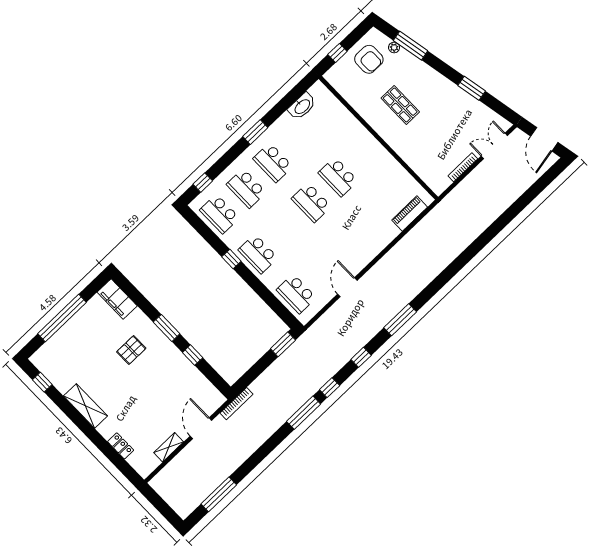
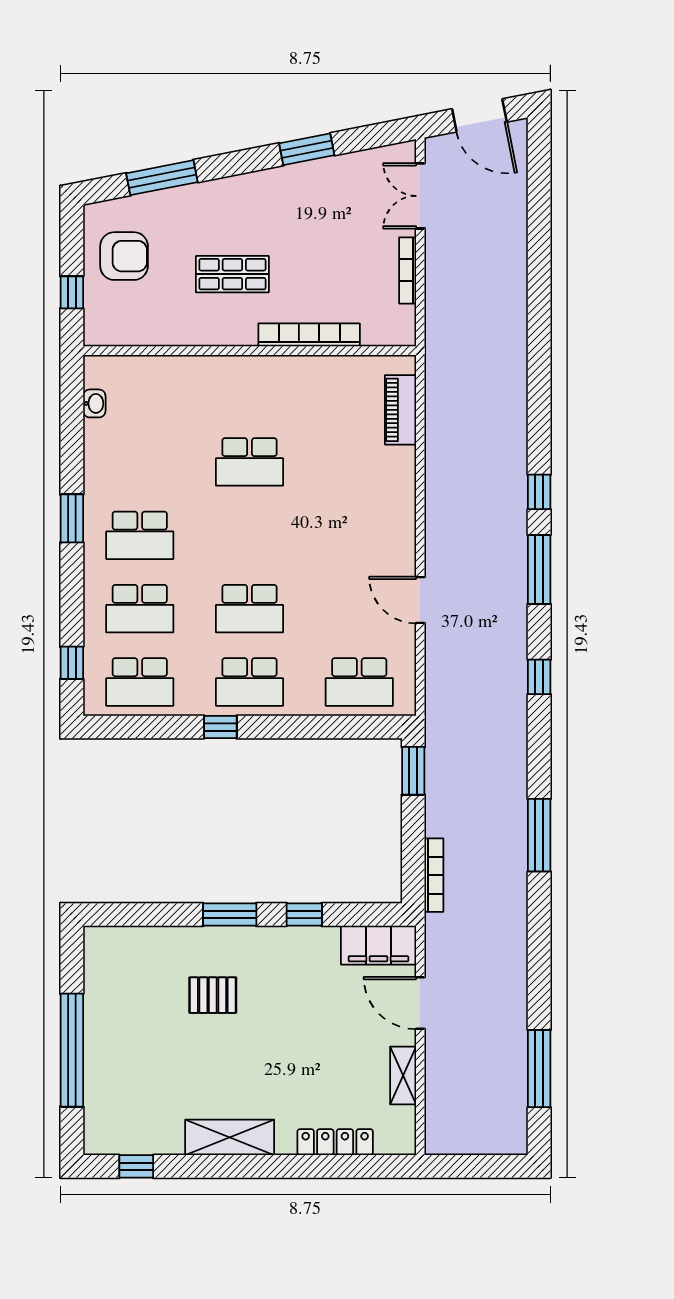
plant: (394, 47) -> (142, 204), removed
washbasin: (302, 106) -> (94, 403), width x0.52, depth x0.69
bookcase: (405, 154) -> (309, 335), added
school desk: (311, 203) -> (250, 609), moved
filing cabinet: (117, 299) -> (378, 945), moved
pallet: (131, 350) -> (213, 995), turned 90
window: (330, 388) -> (539, 492), moved
bookcase: (236, 404) -> (434, 875), moved
locker: (121, 446) -> (335, 1142), width x1.53

